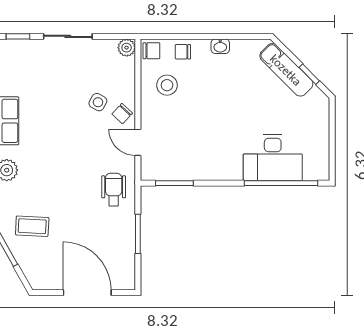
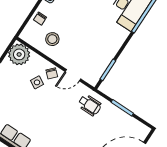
plant: (127, 48) -> (19, 54), width x1.88, depth x1.88
chair: (151, 51) -> (28, 35), removed
wheelchair: (114, 189) -> (90, 105), turned 180

